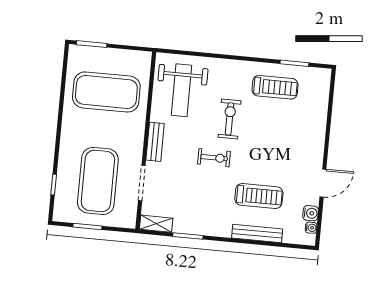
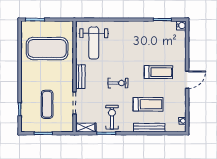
treadmill: (275, 87) -> (158, 72), moved
exercise bike: (230, 119) -> (112, 117), moved
exercise mat: (98, 181) -> (47, 104), width x0.50, depth x0.69
door: (323, 183) -> (187, 80), moved
water cooler: (311, 213) -> (181, 25), moved

